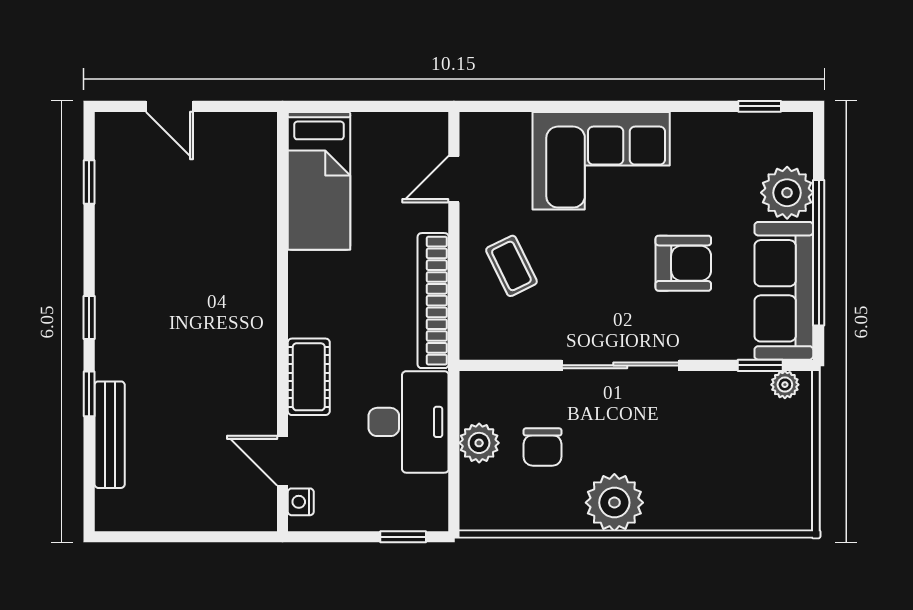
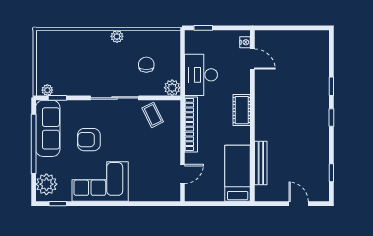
corner sofa: (601, 161) -> (100, 182), moved
plant: (787, 193) -> (46, 184), moved
coffee table: (511, 266) -> (153, 115), moved
cot: (309, 377) -> (242, 110), moved
bench: (110, 435) -> (261, 163), moved
plant: (479, 443) -> (172, 88), moved
plant: (614, 503) -> (117, 36), width x0.53, depth x0.53

